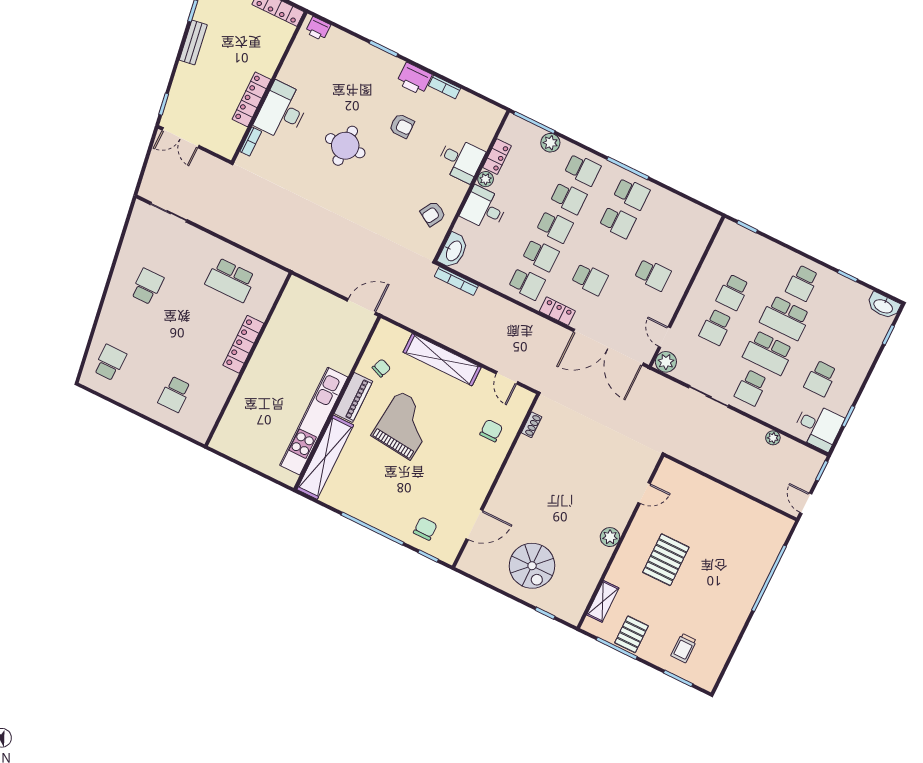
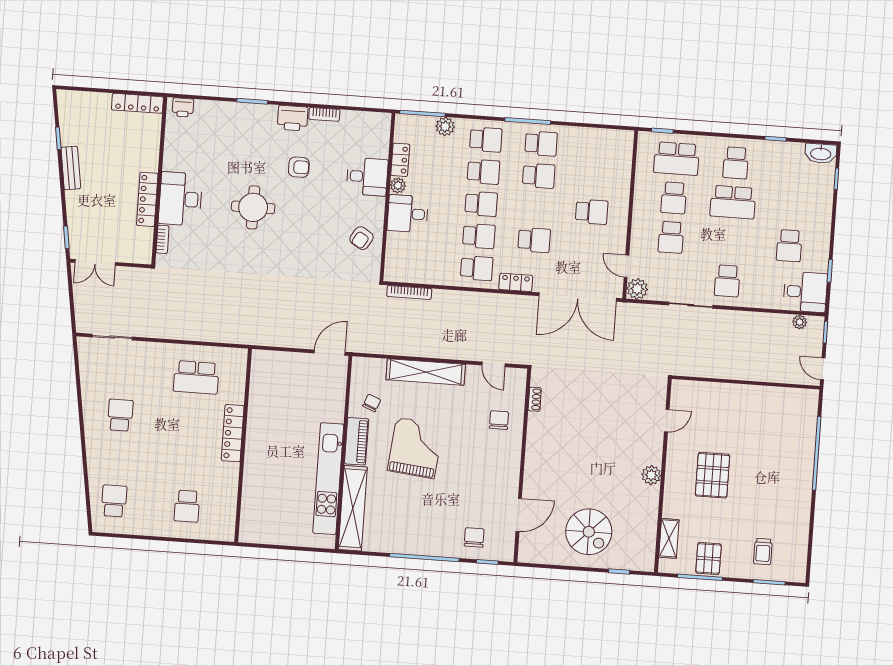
washbasin: (453, 251) -> (395, 265), removed
school desk: (768, 353) -> (677, 159), moved
plant: (773, 438) -> (800, 322), moved

